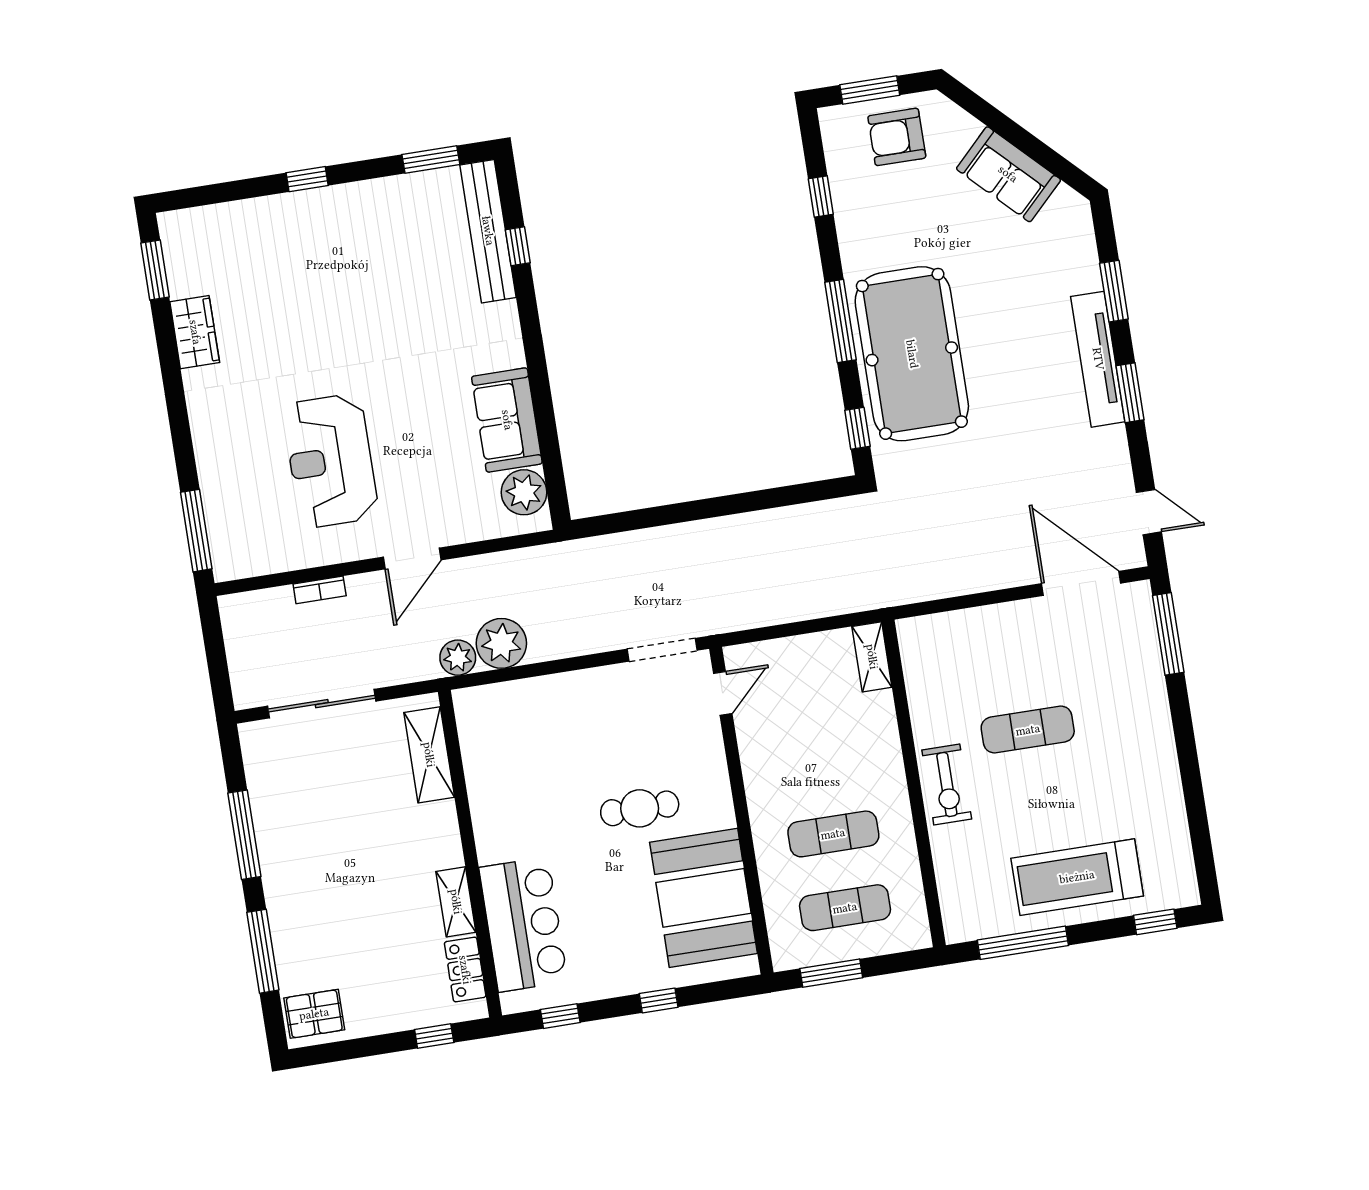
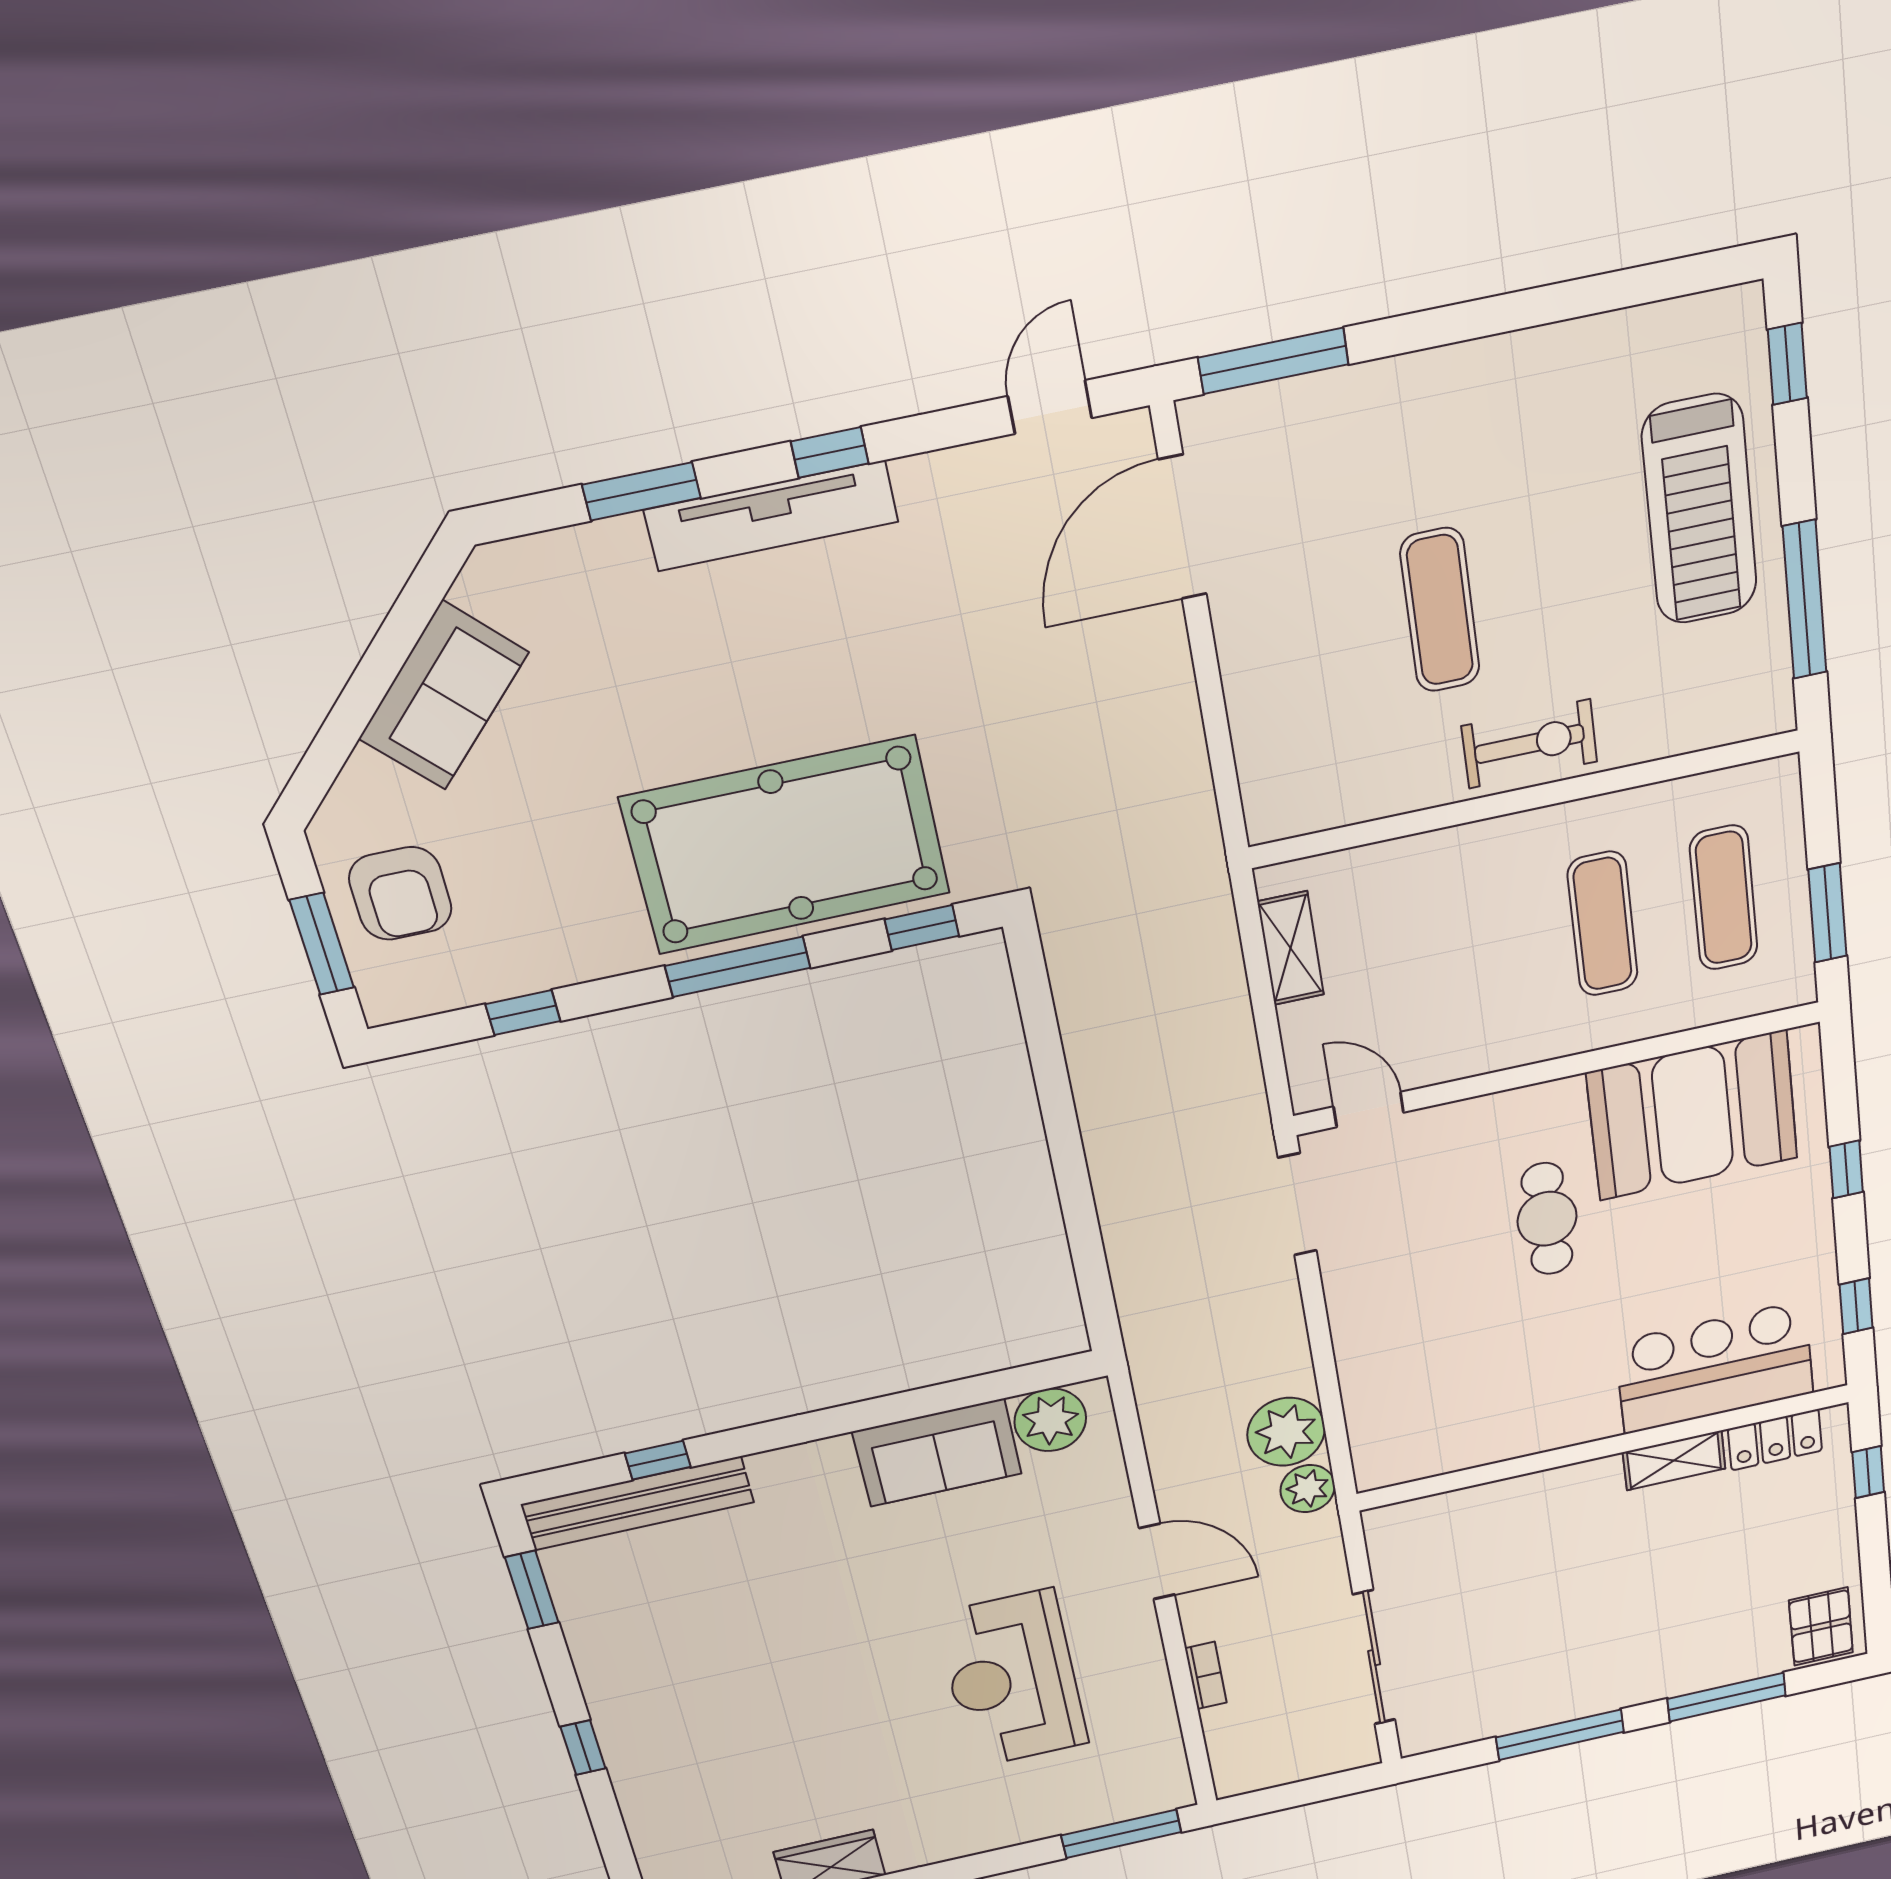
window: (1130, 393) -> (830, 452), width x0.67
reception desk: (331, 461) -> (1012, 1679), turned 90
shelving: (872, 657) -> (1291, 948), moved, turned 90
shelving: (429, 755) -> (1454, 1514), removed

